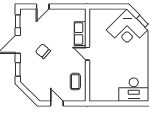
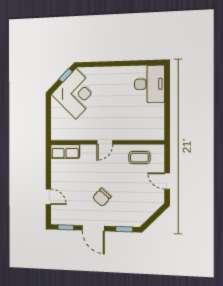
row of seats: (80, 34) -> (65, 151), moved
door: (57, 103) -> (167, 181), hinge flipped

